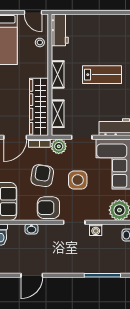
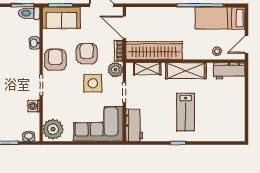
shelving: (58, 74) -> (186, 71), width x1.50, depth x1.33
armchair: (42, 176) -> (87, 54), turned -99
side table: (78, 180) -> (93, 83), moved

